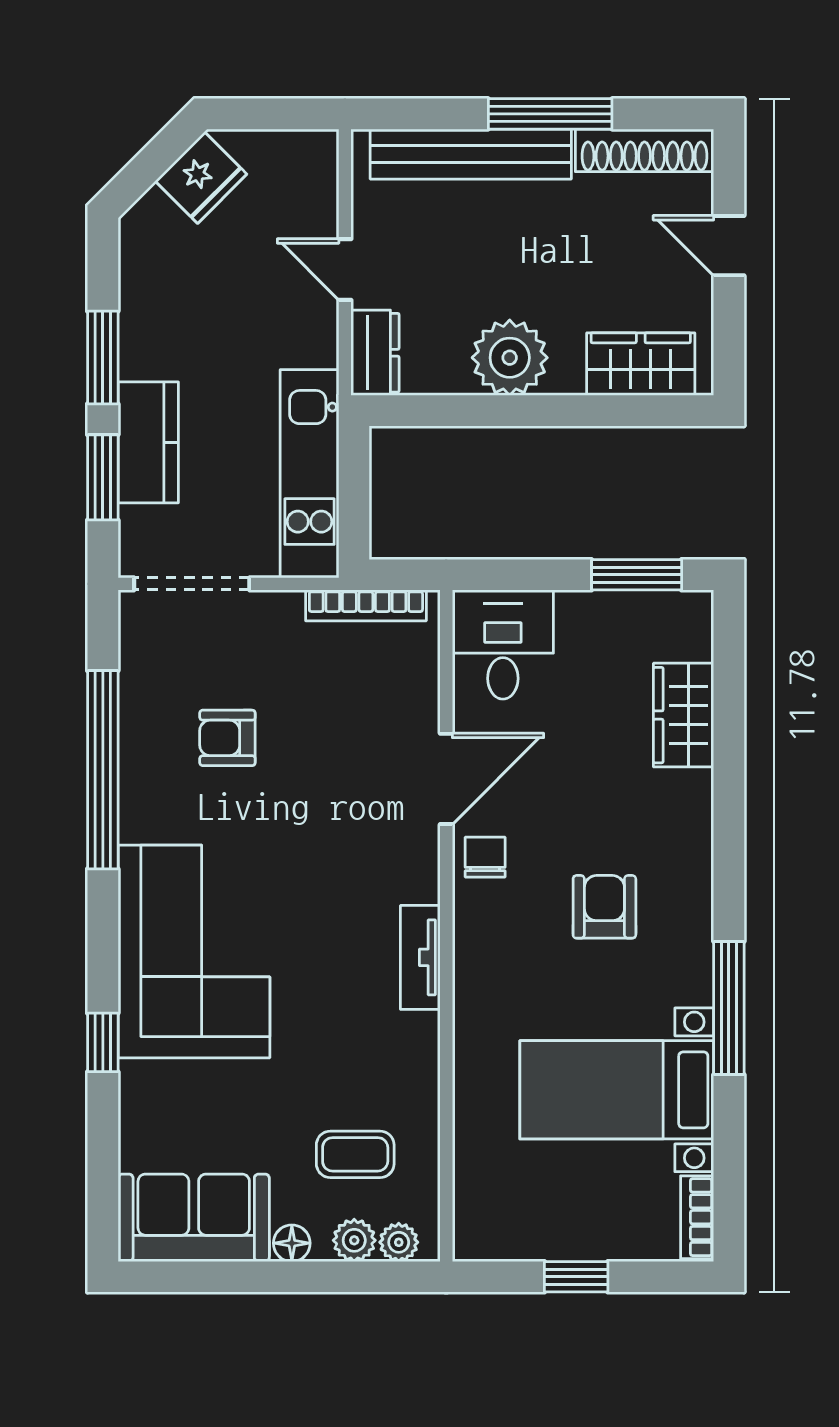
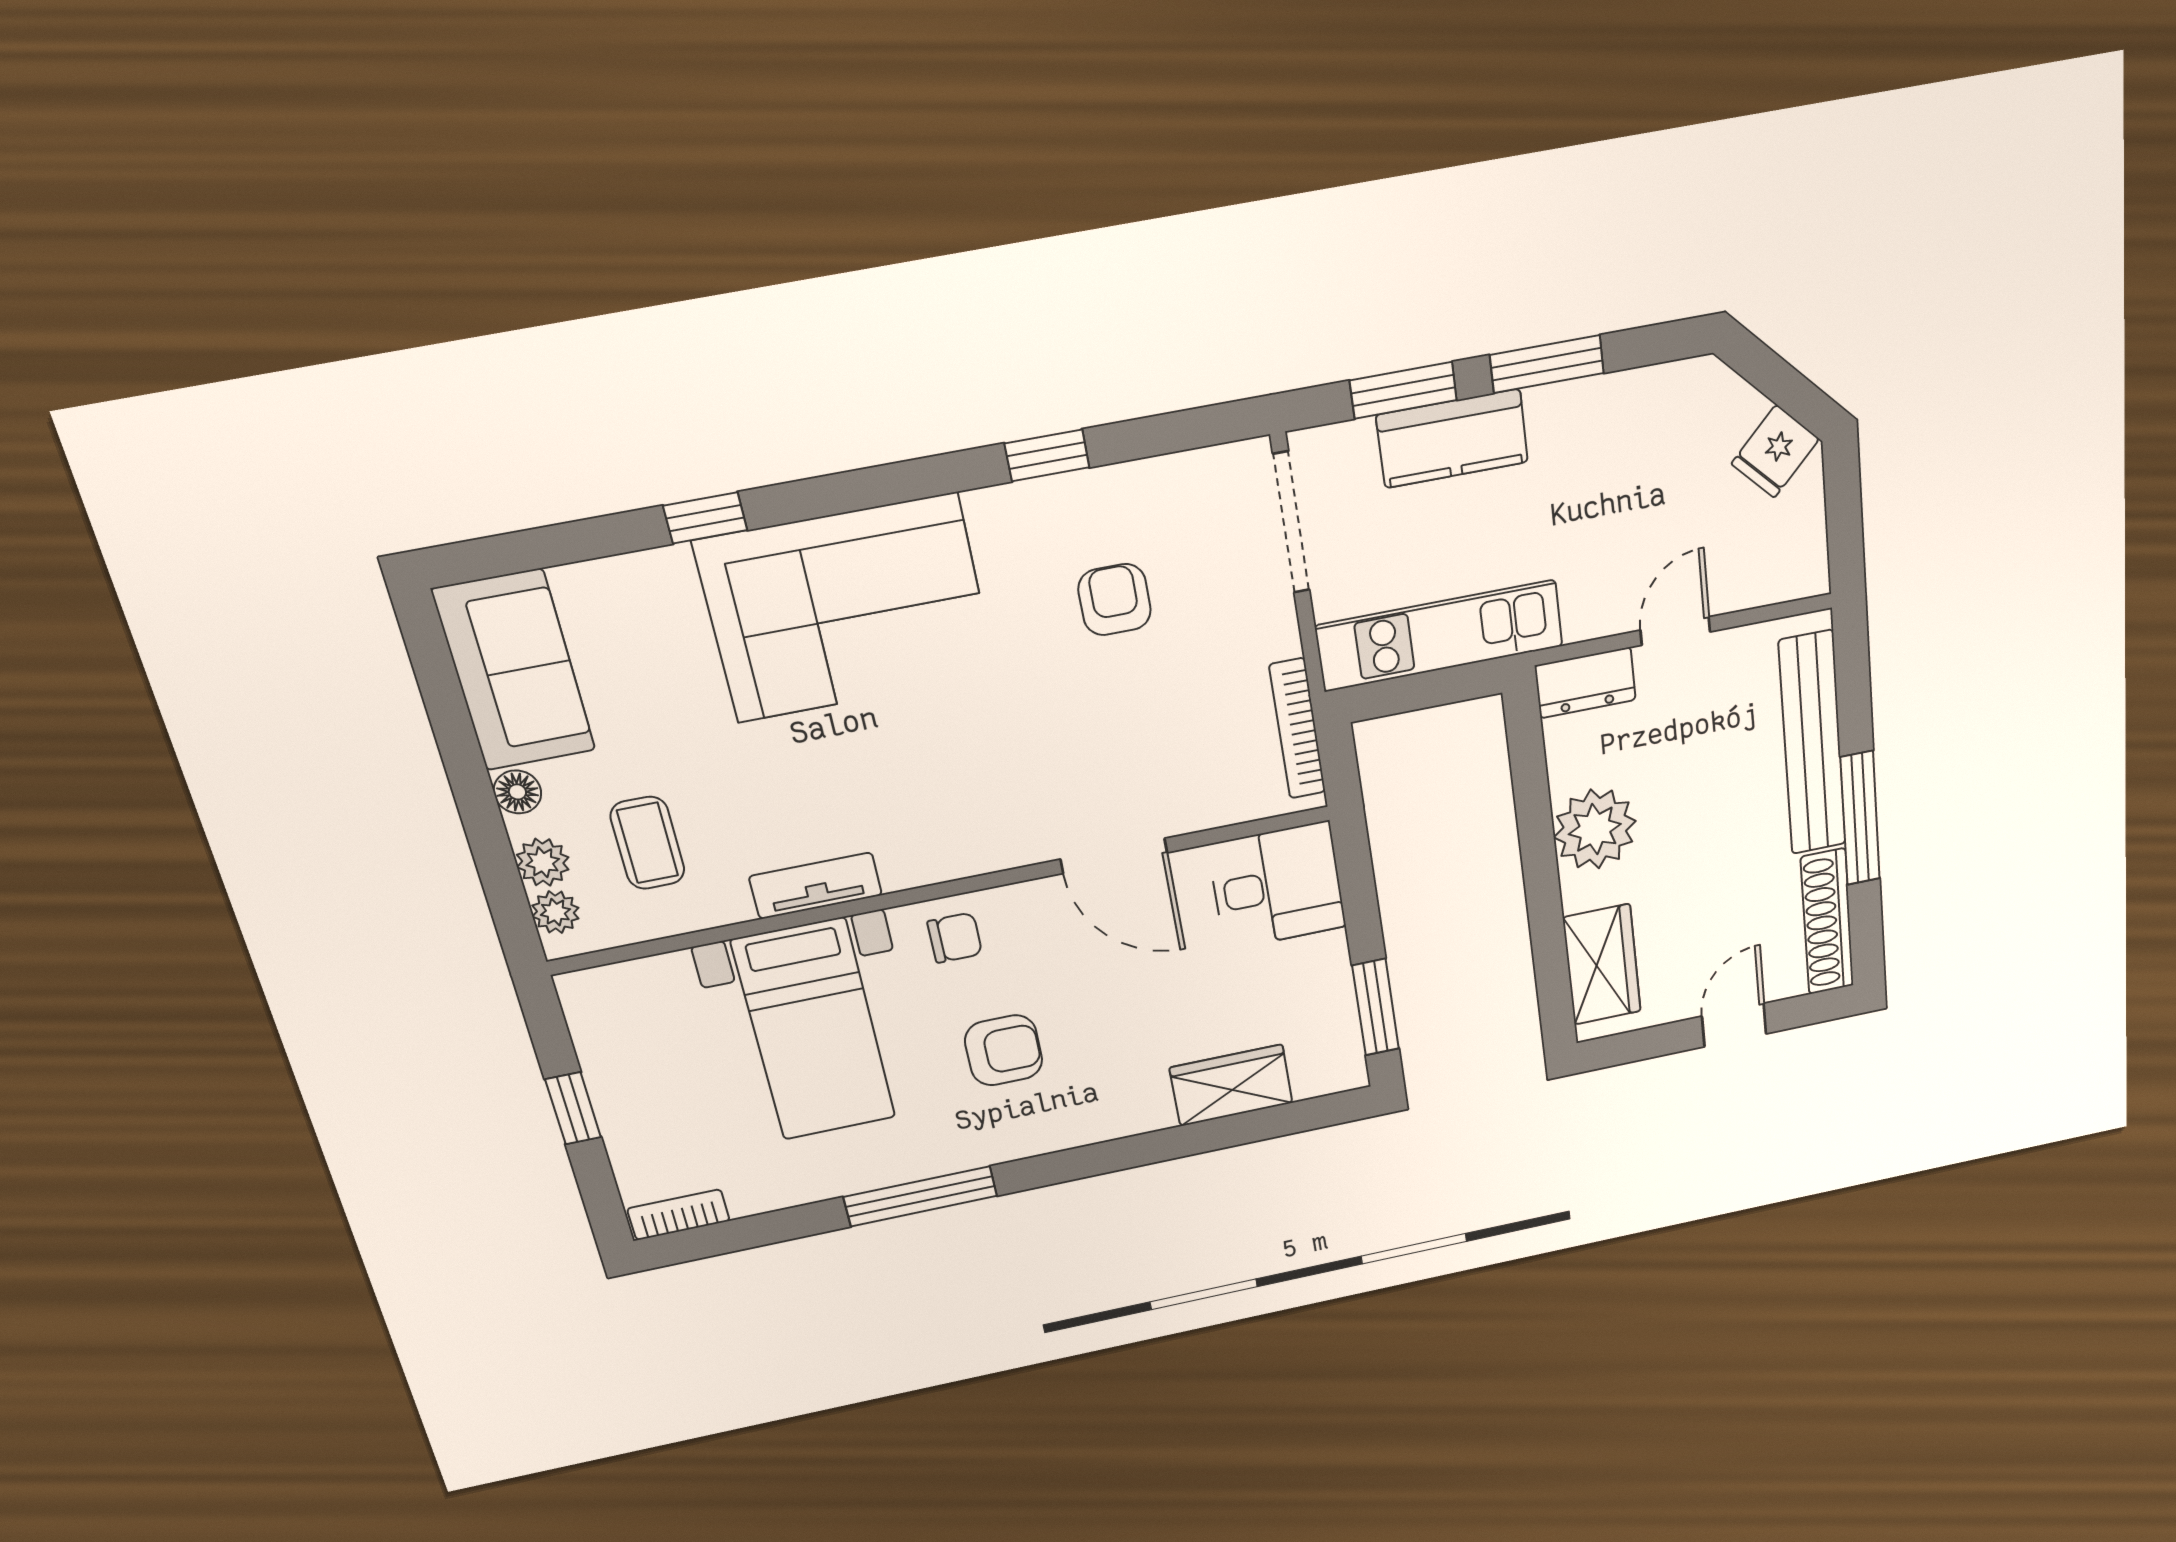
fridge: (201, 178) -> (1775, 451), width x0.72
window: (103, 770) -> (1047, 455), width x0.32
chair: (485, 857) -> (955, 938), moved
tv unit: (420, 957) -> (816, 886), moved
bed with nightstands: (617, 1090) -> (814, 1030), moved, turned 180

